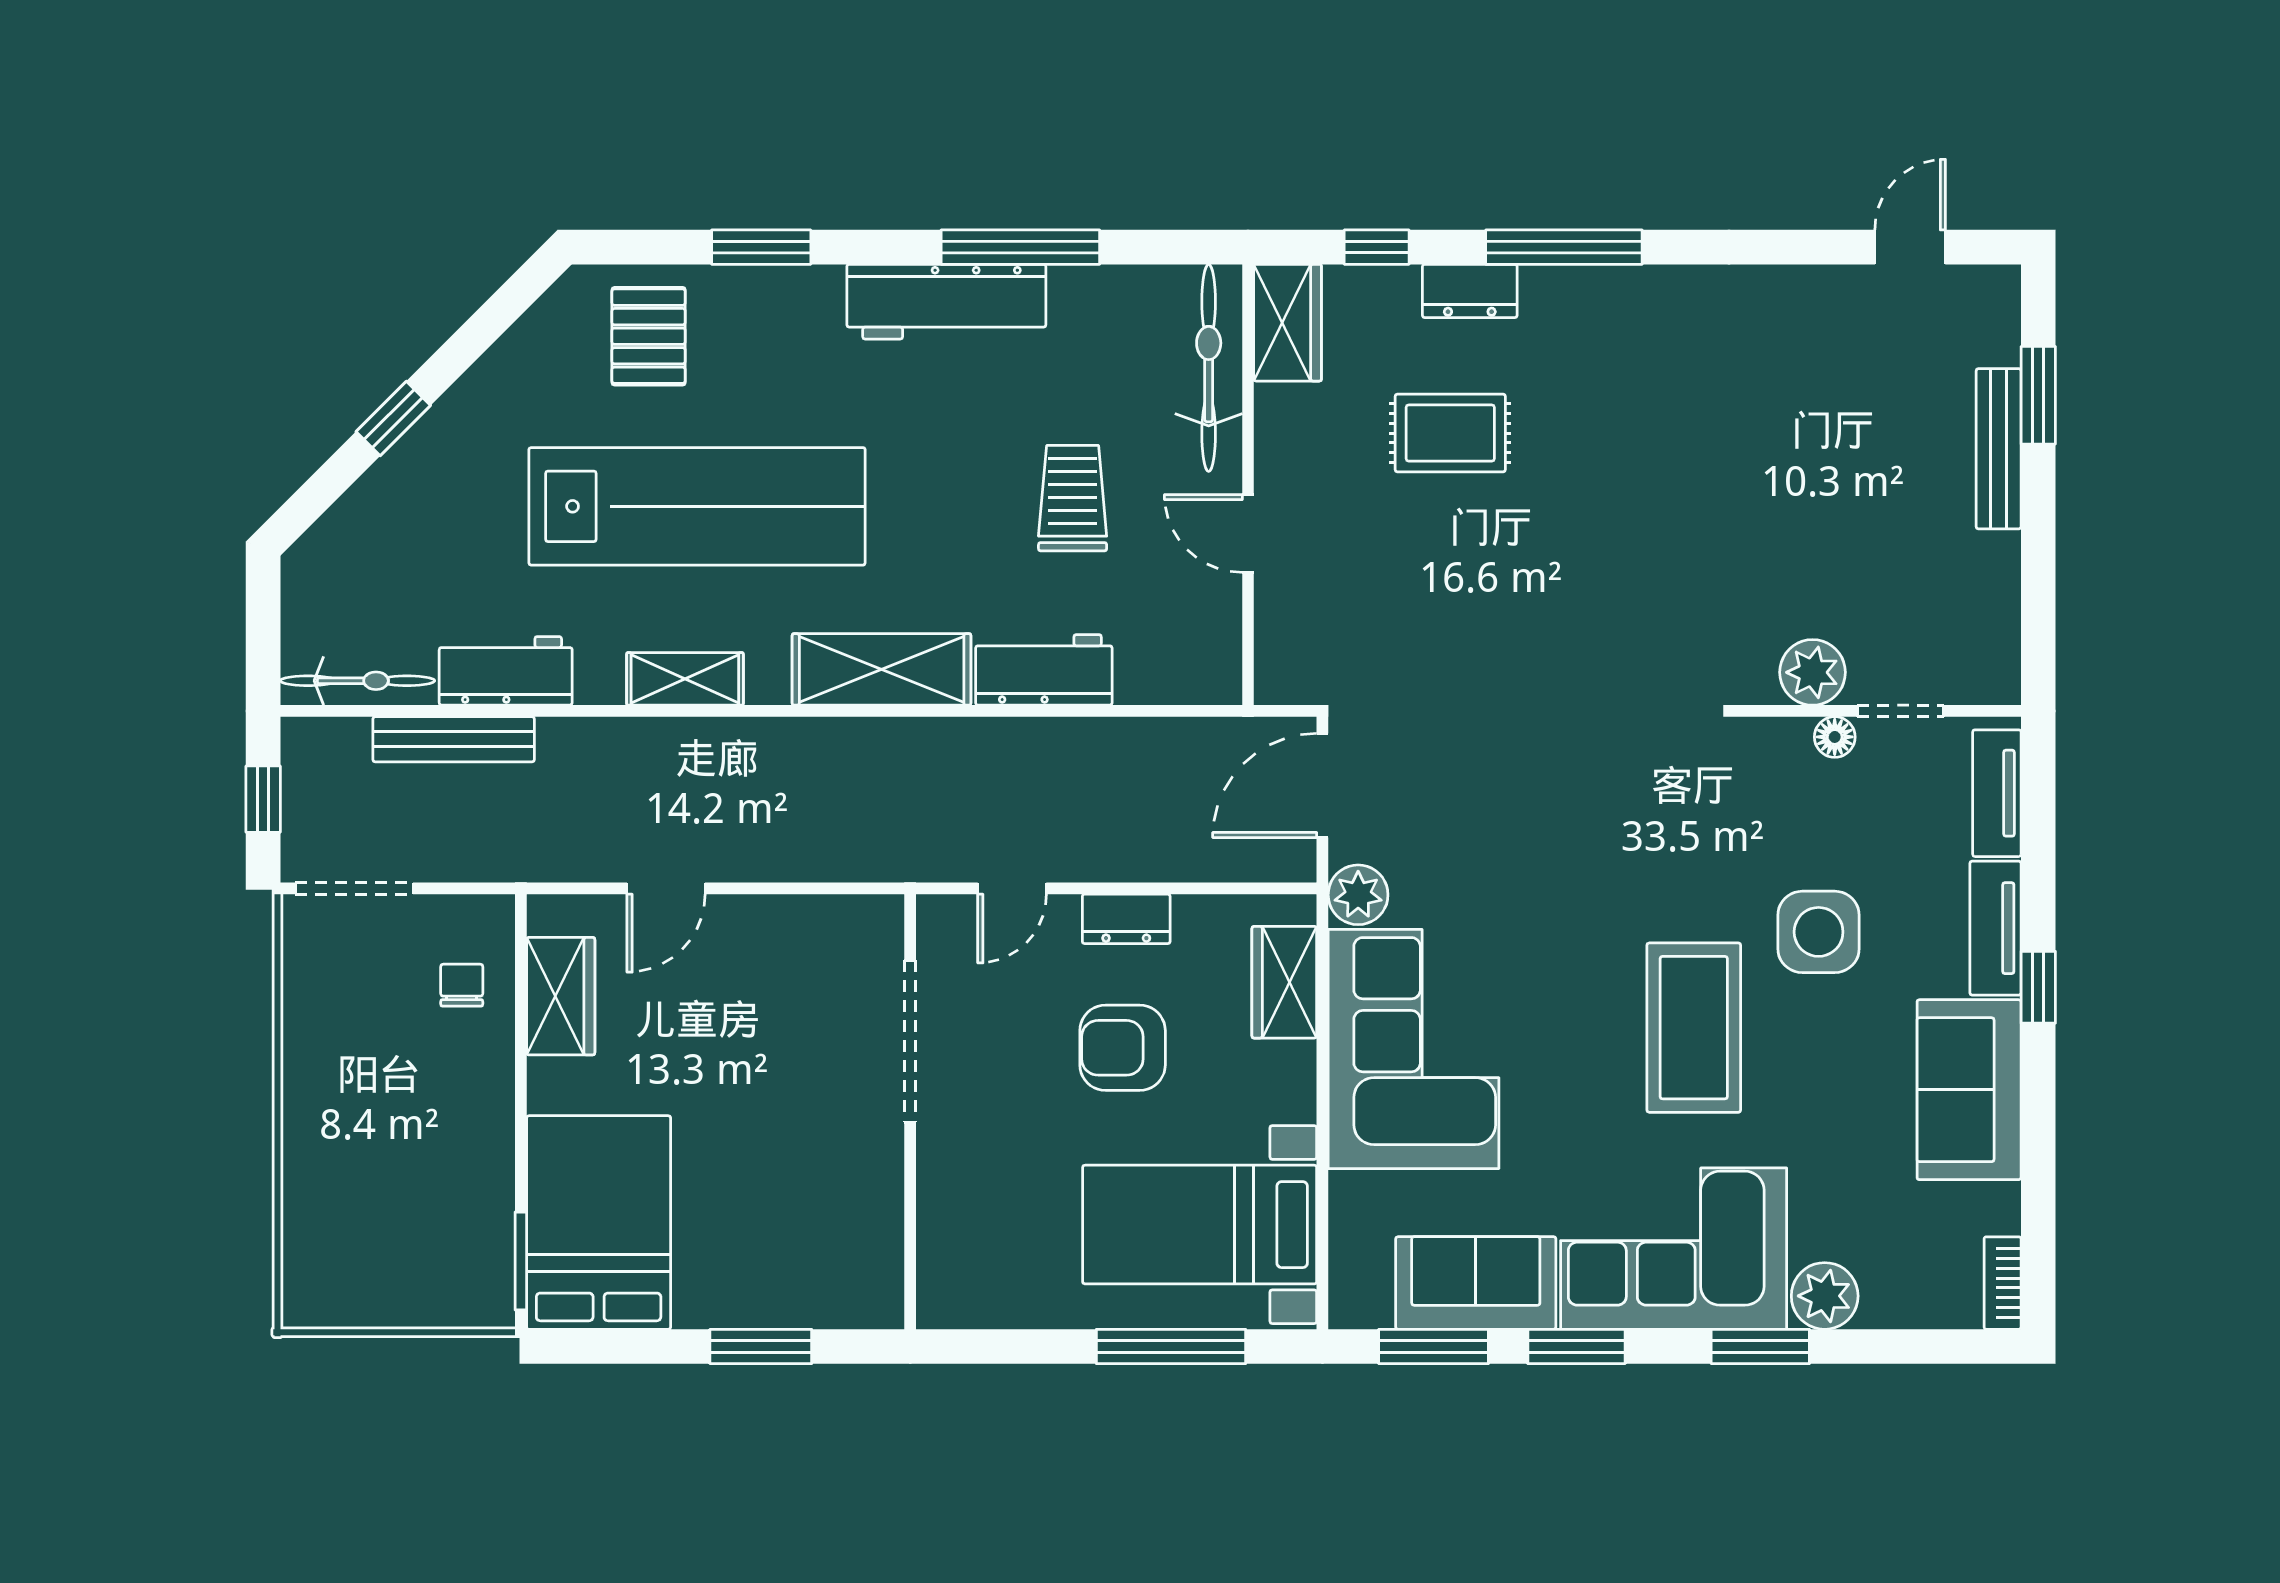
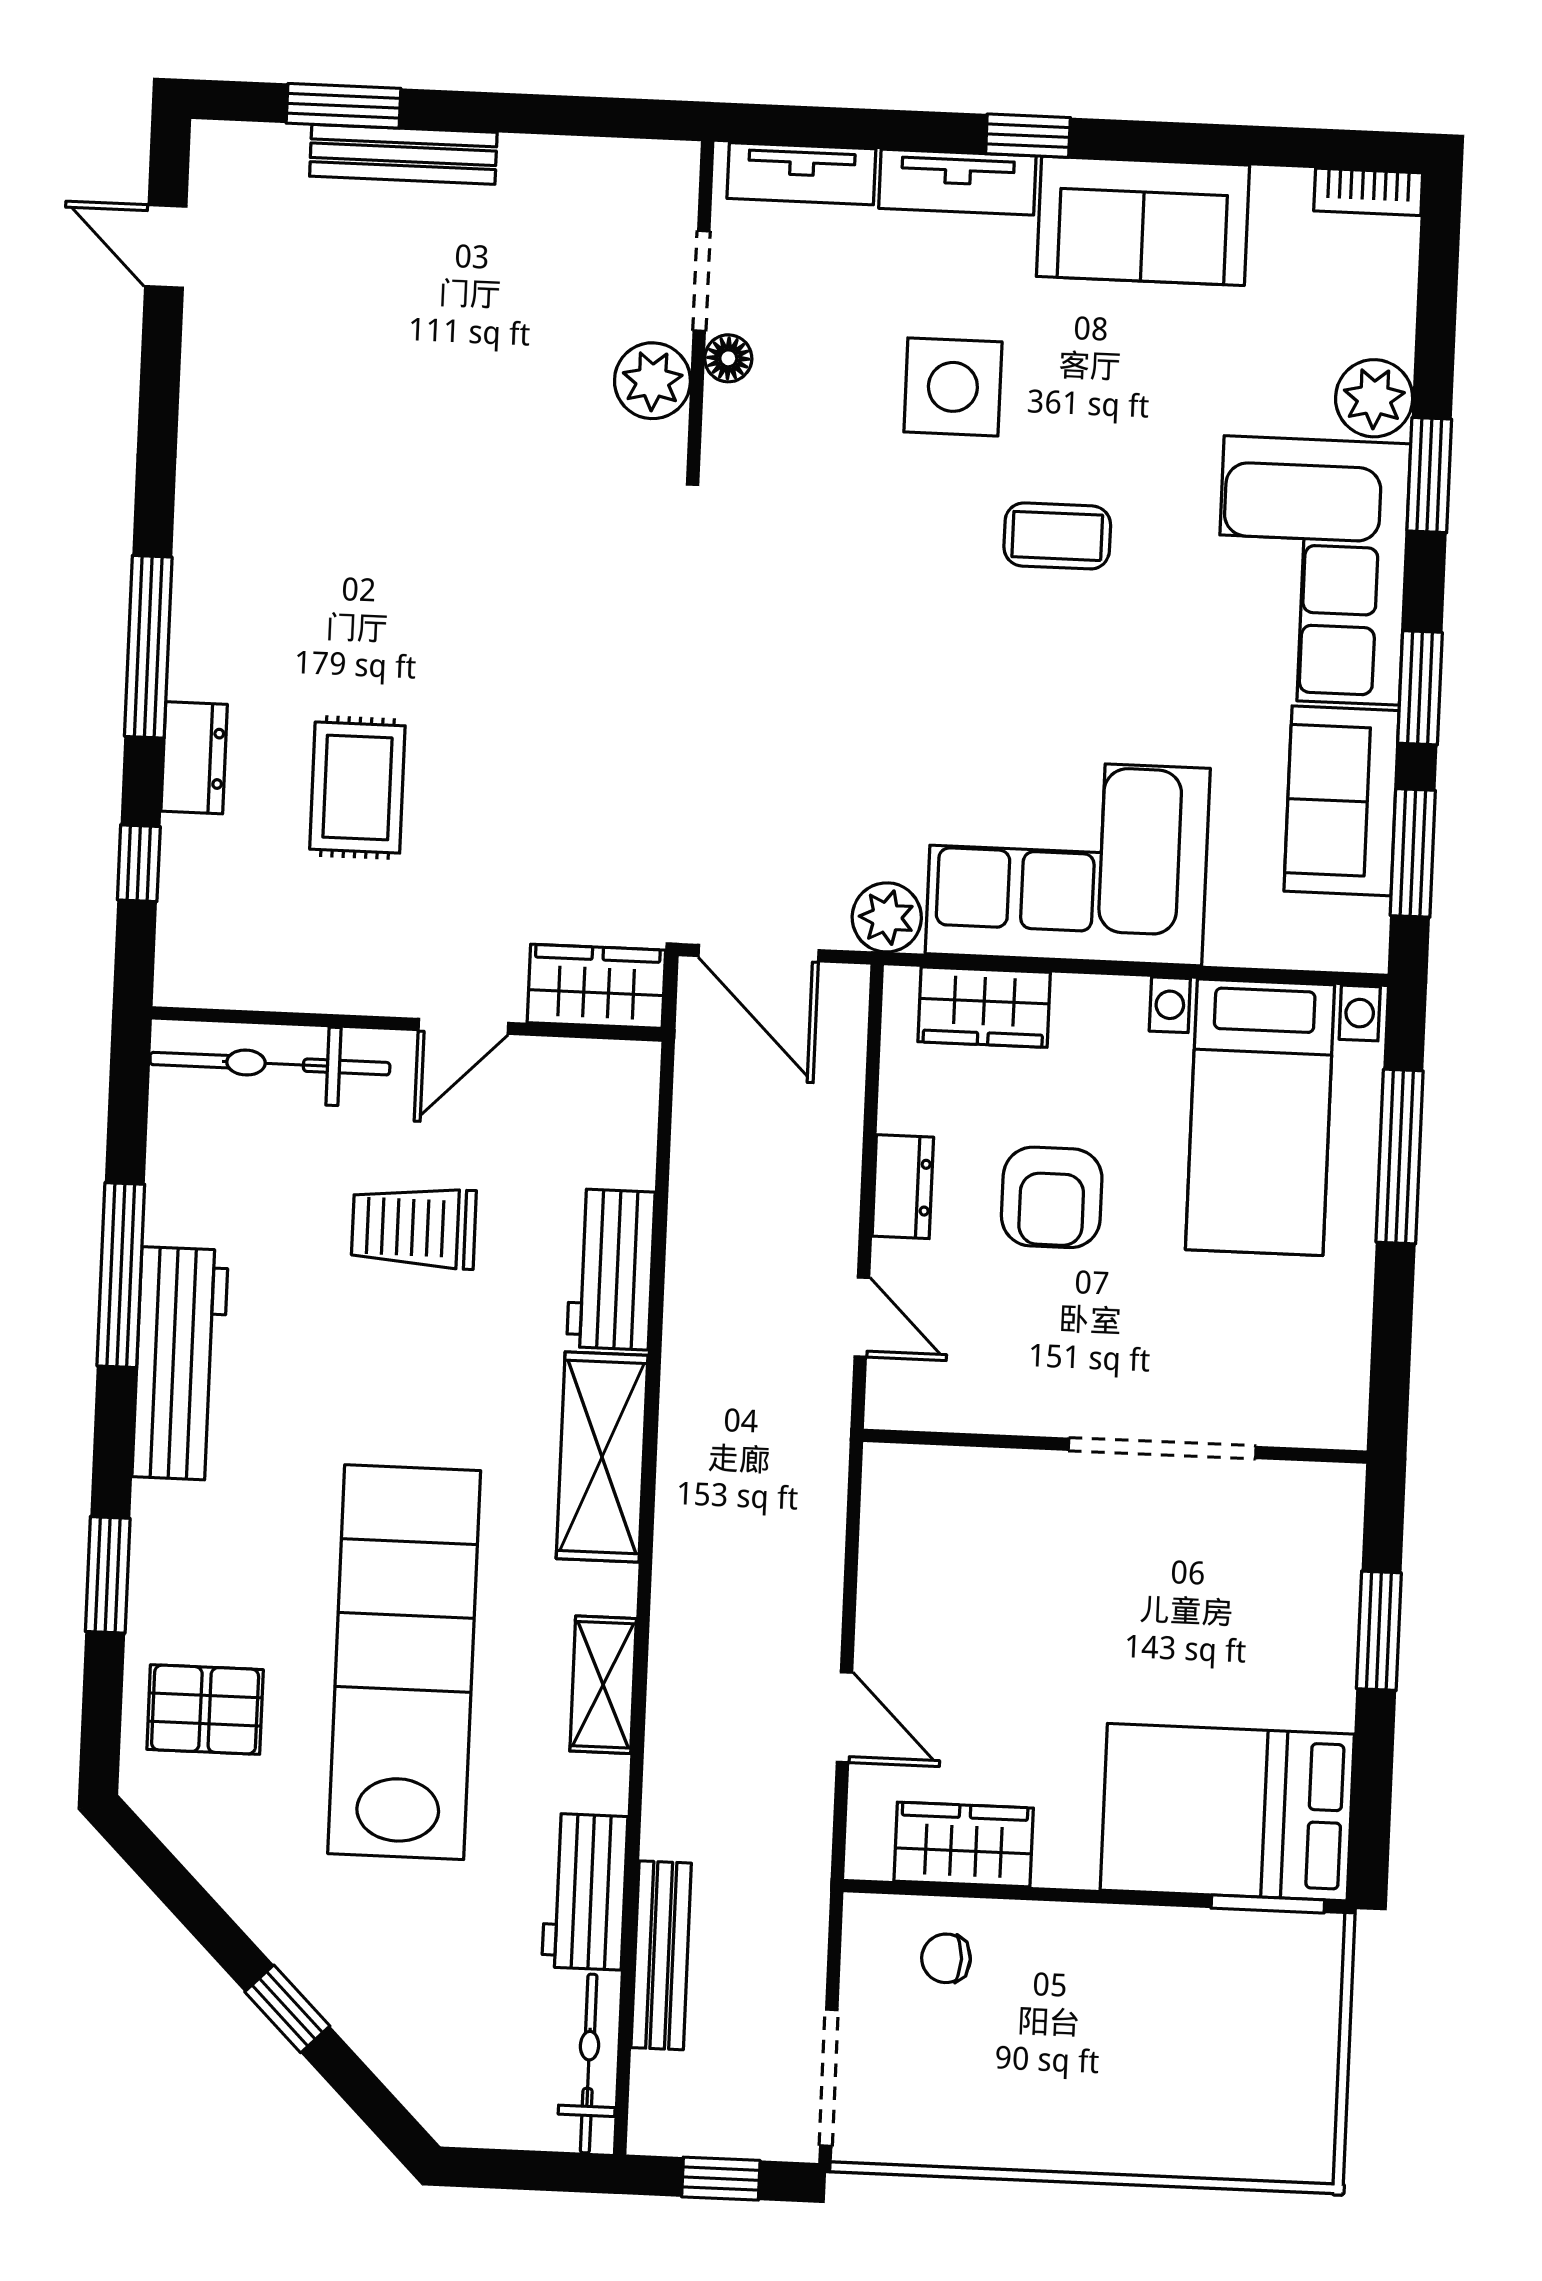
wardrobe: (1288, 323) -> (596, 986), moved
coffee table: (1694, 1028) -> (1057, 536), width x0.54, depth x0.58
doorway: (910, 1041) -> (1162, 1448), moved

